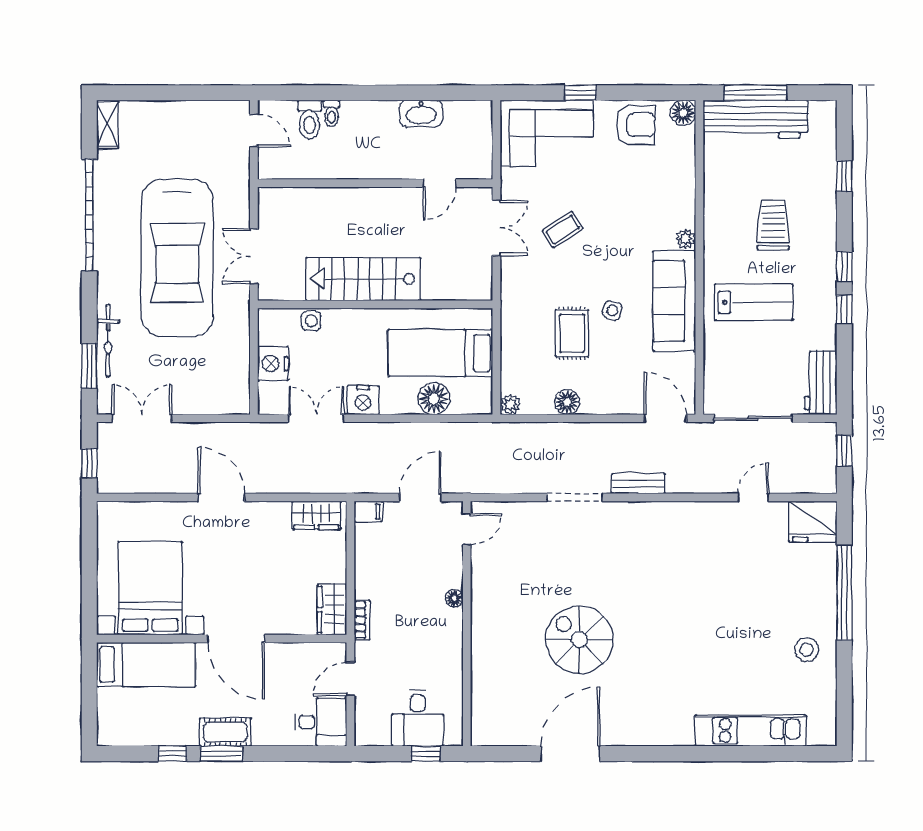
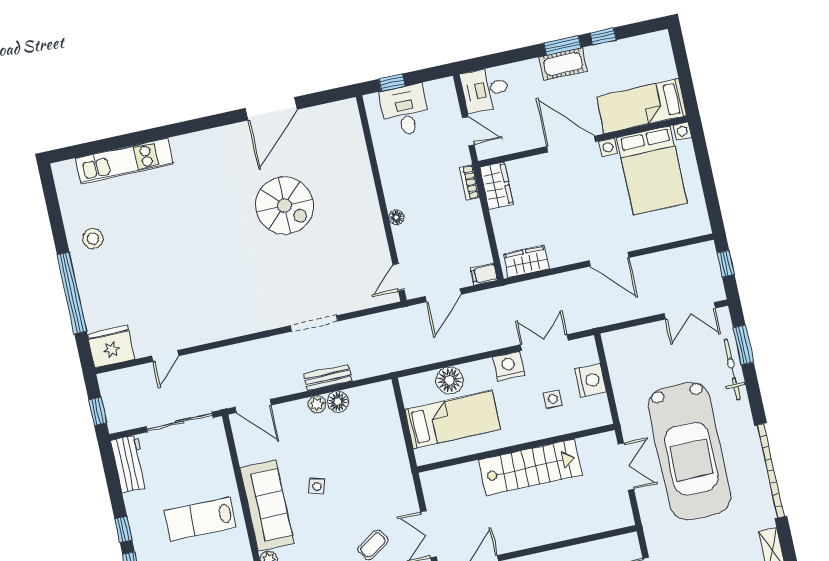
car: (177, 258) -> (690, 451), turned 180
side table: (311, 321) -> (553, 399), moved
rug: (572, 333) -> (346, 460), removed
plant: (510, 404) -> (317, 404), moved
double door: (316, 418) -> (544, 342), swing flipped
bench: (638, 484) -> (328, 378), moved
door: (350, 679) -> (468, 131), hinge flipped

